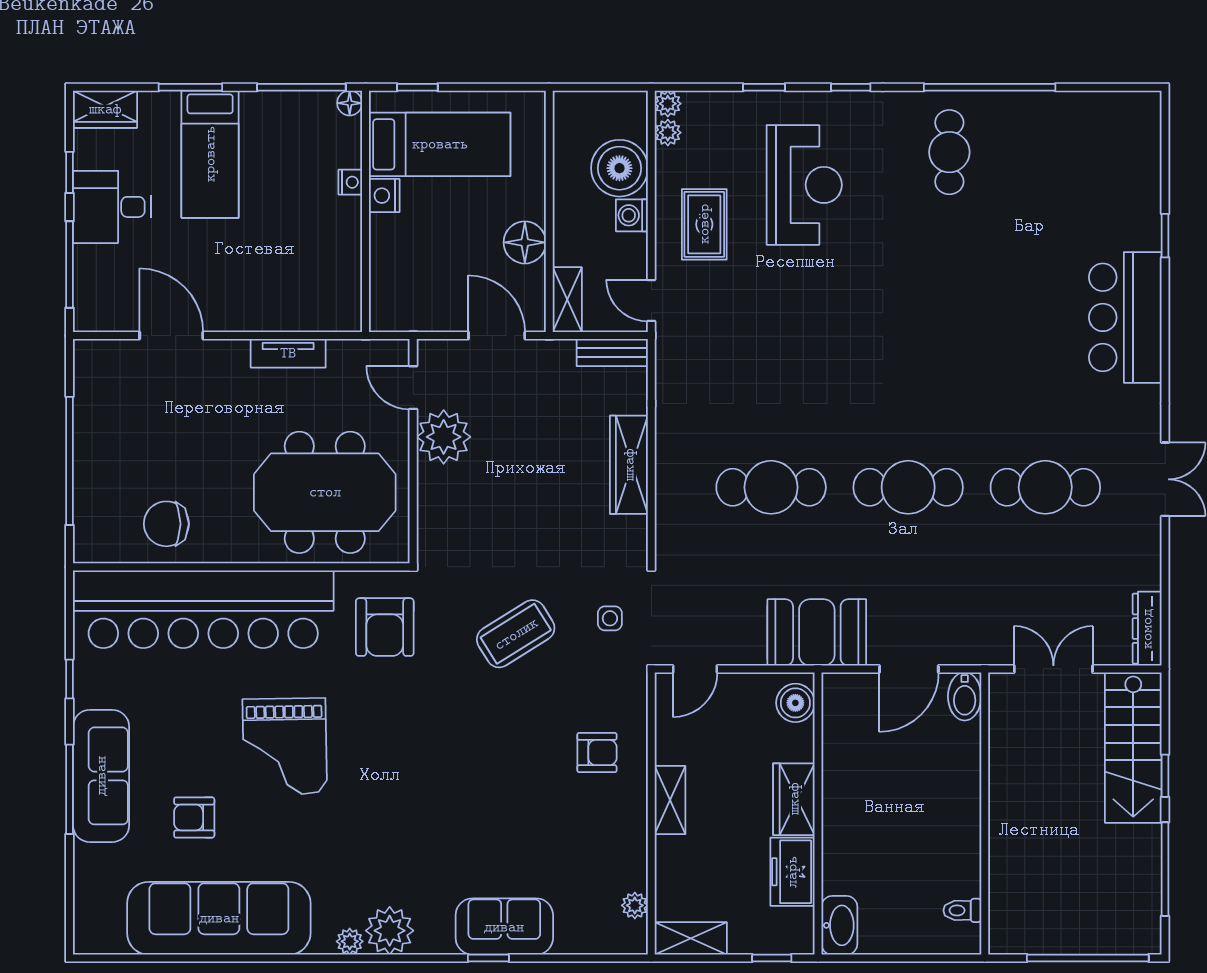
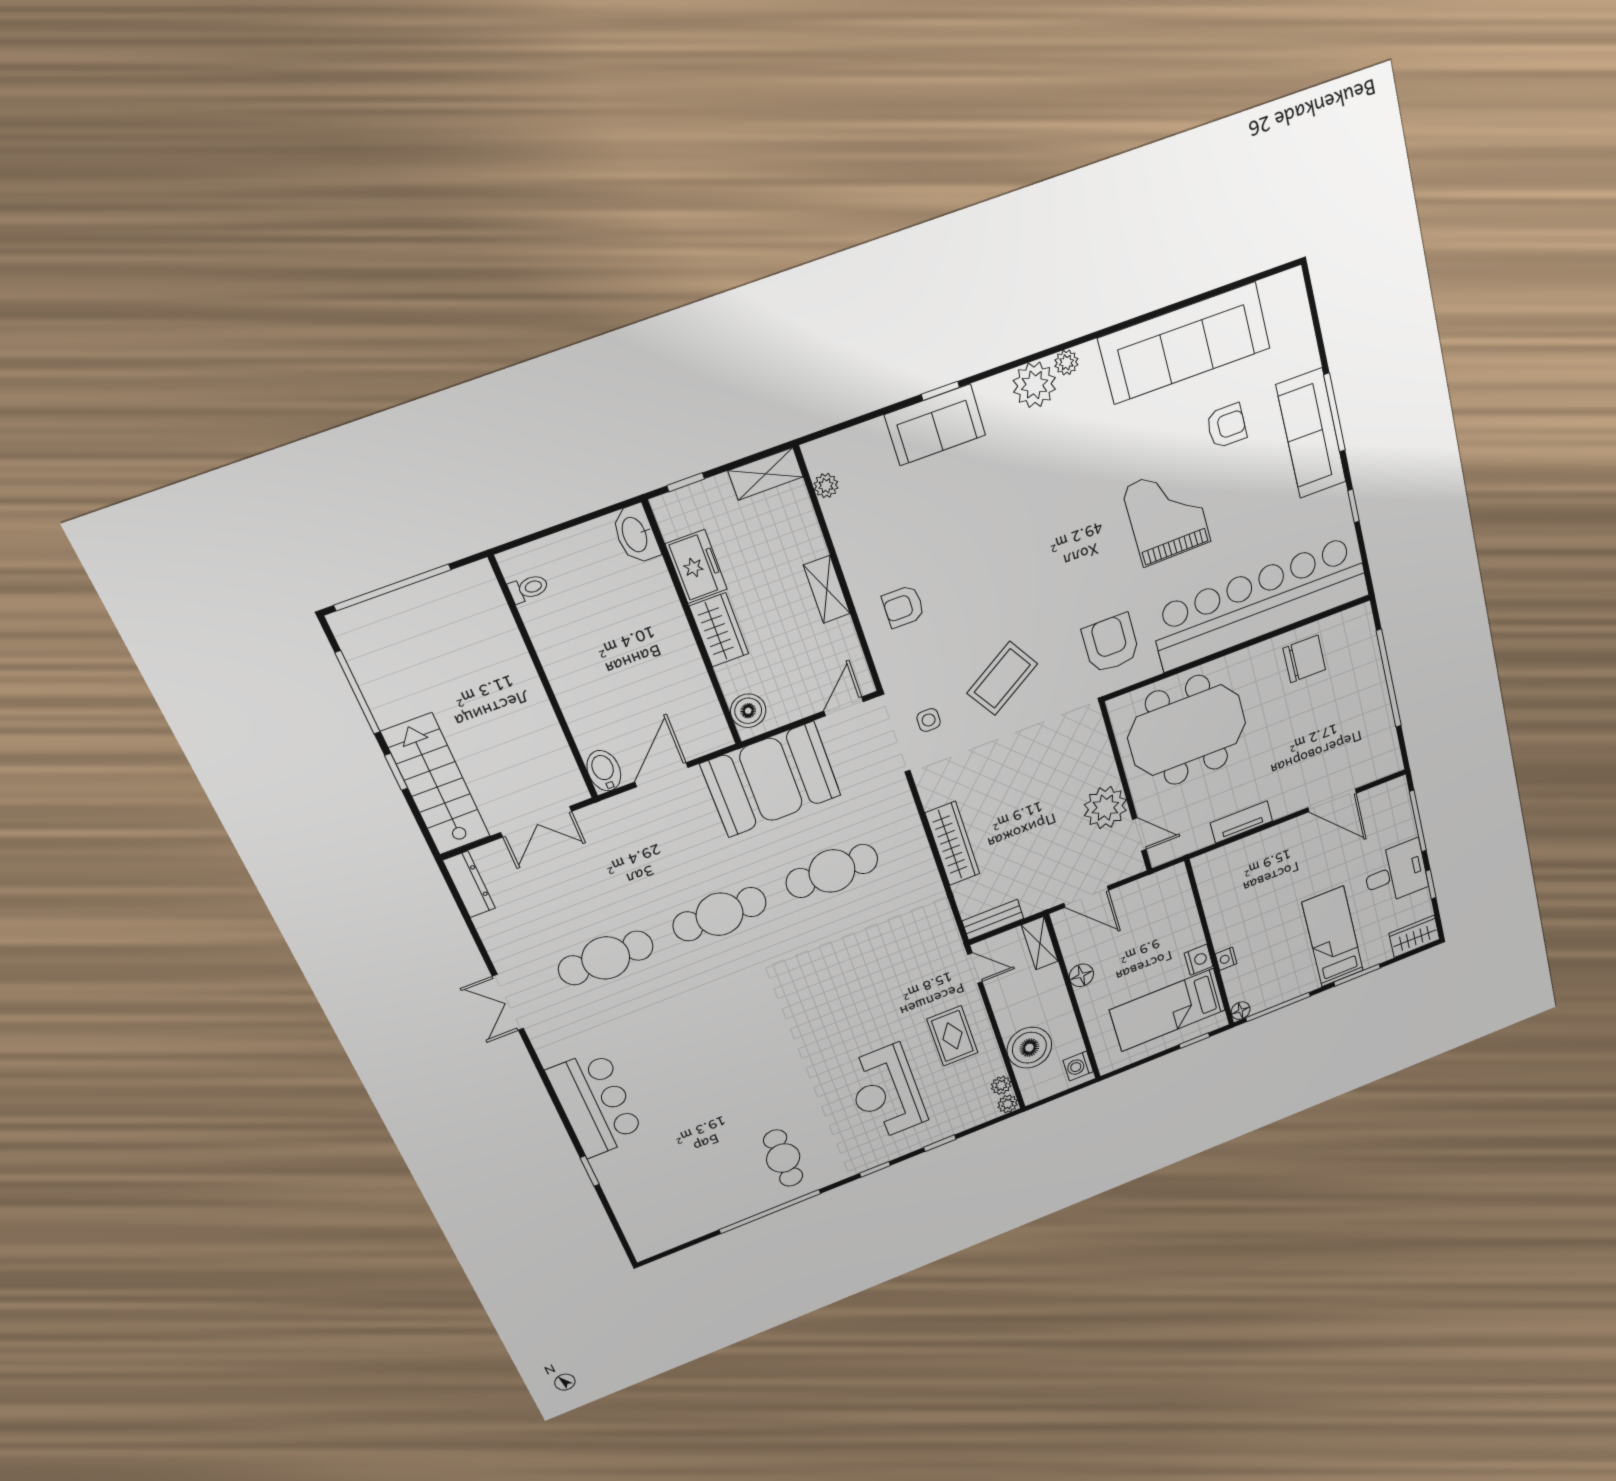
washing machine: (632, 215) -> (1078, 1066), moved, turned 180
floor lamp: (525, 242) -> (1081, 975), width x0.73, depth x0.73
booth: (817, 632) -> (771, 780), width x1.36, depth x1.42

